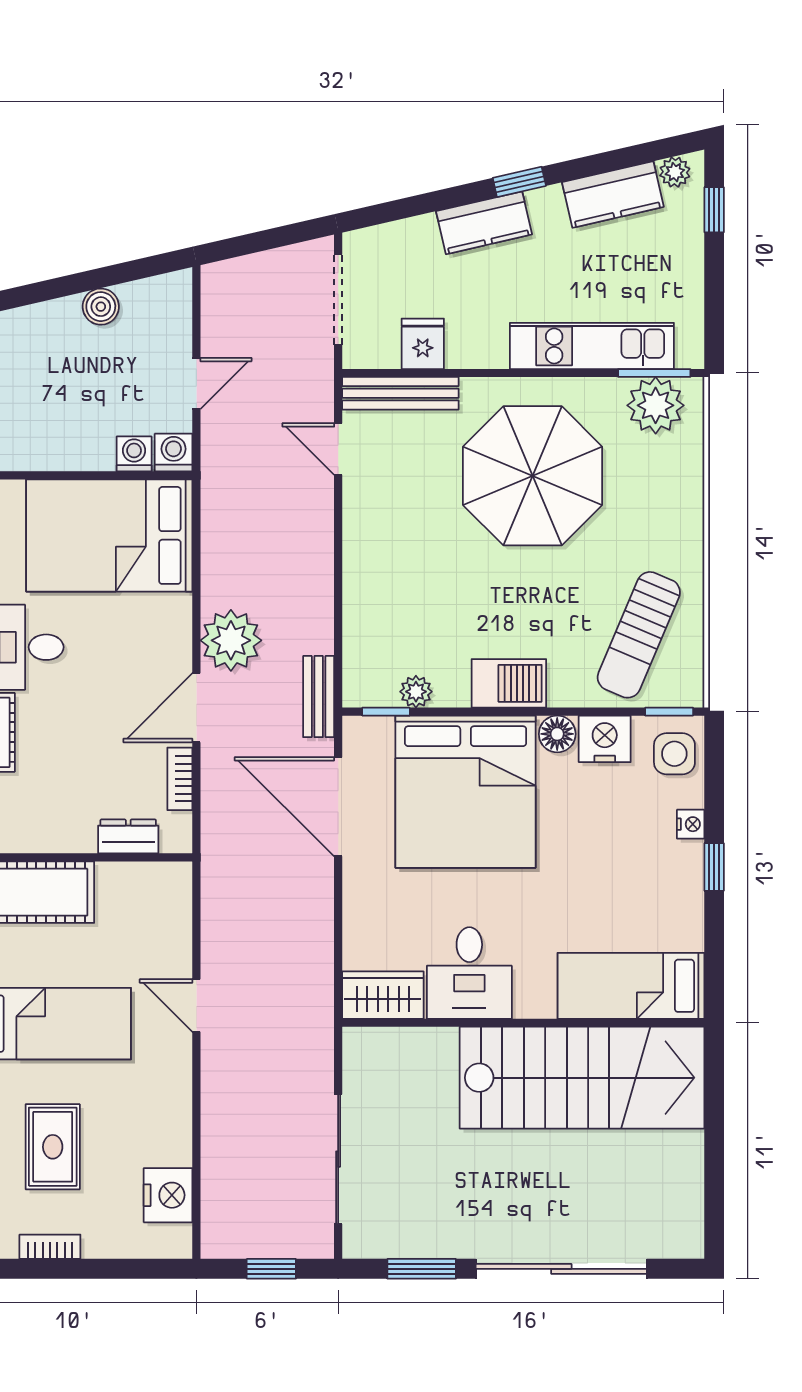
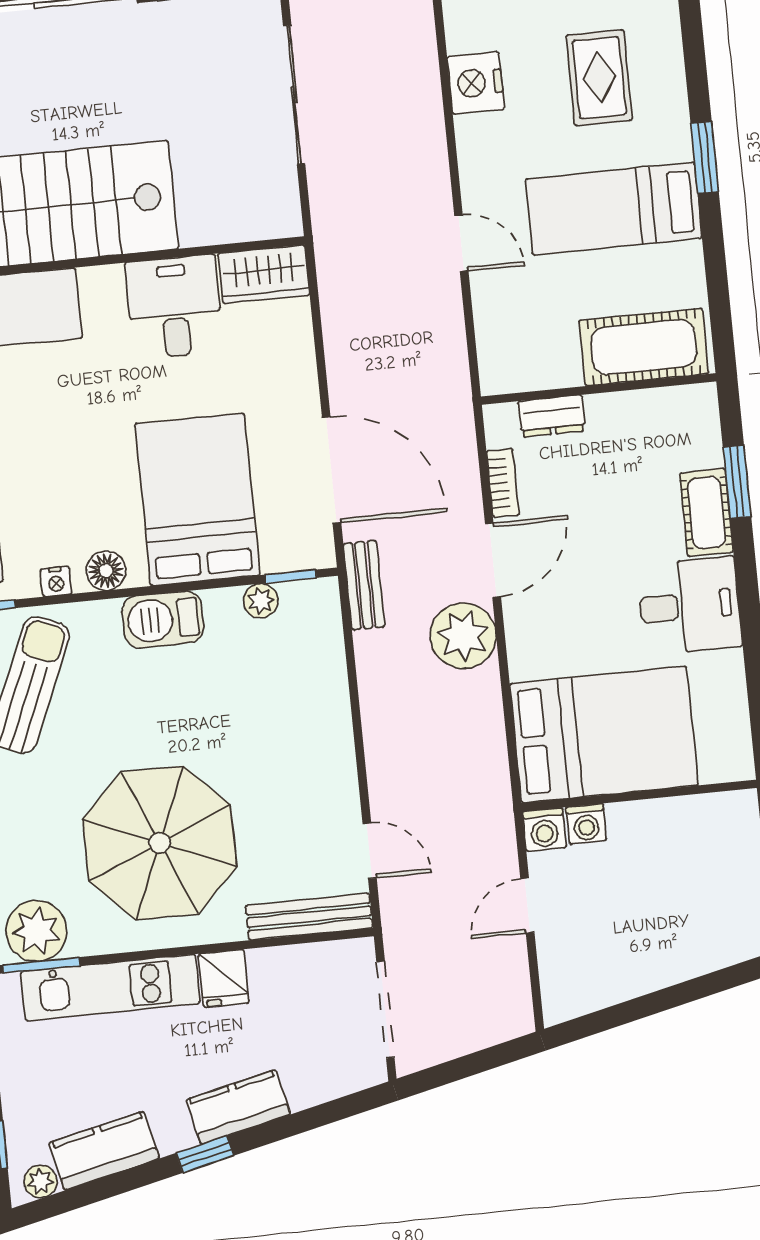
boiler: (101, 307) -> (637, 977), removed
fridge: (423, 344) -> (224, 978), moved
nightstand: (605, 739) -> (56, 582), width x0.53, depth x0.56
bed: (466, 792) -> (197, 499), width x0.73
nightstand: (168, 1195) -> (476, 83), moved

